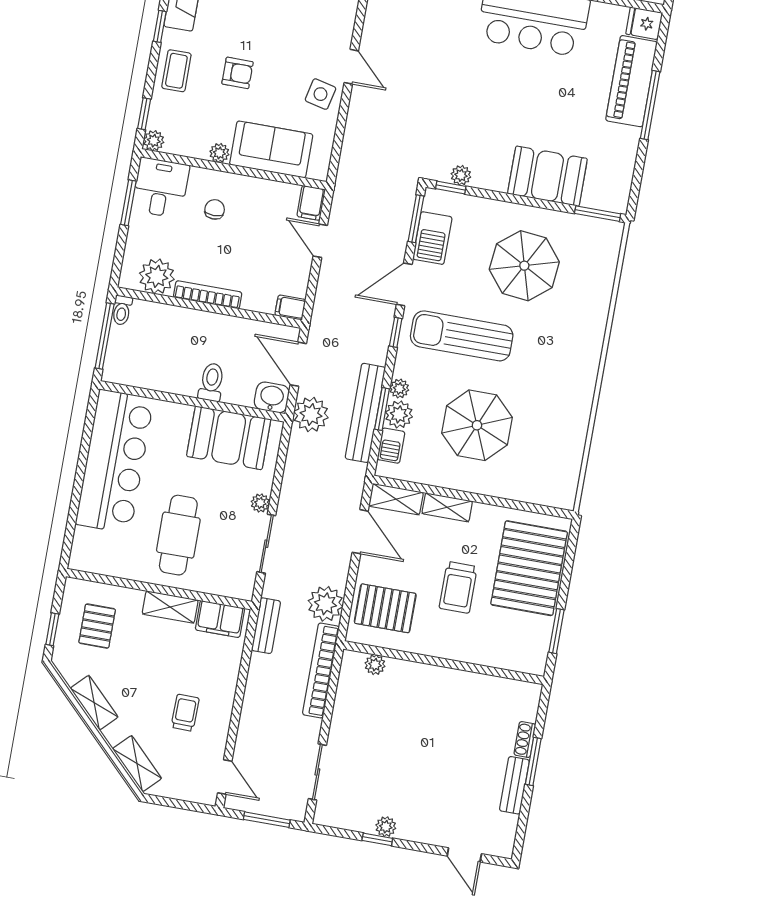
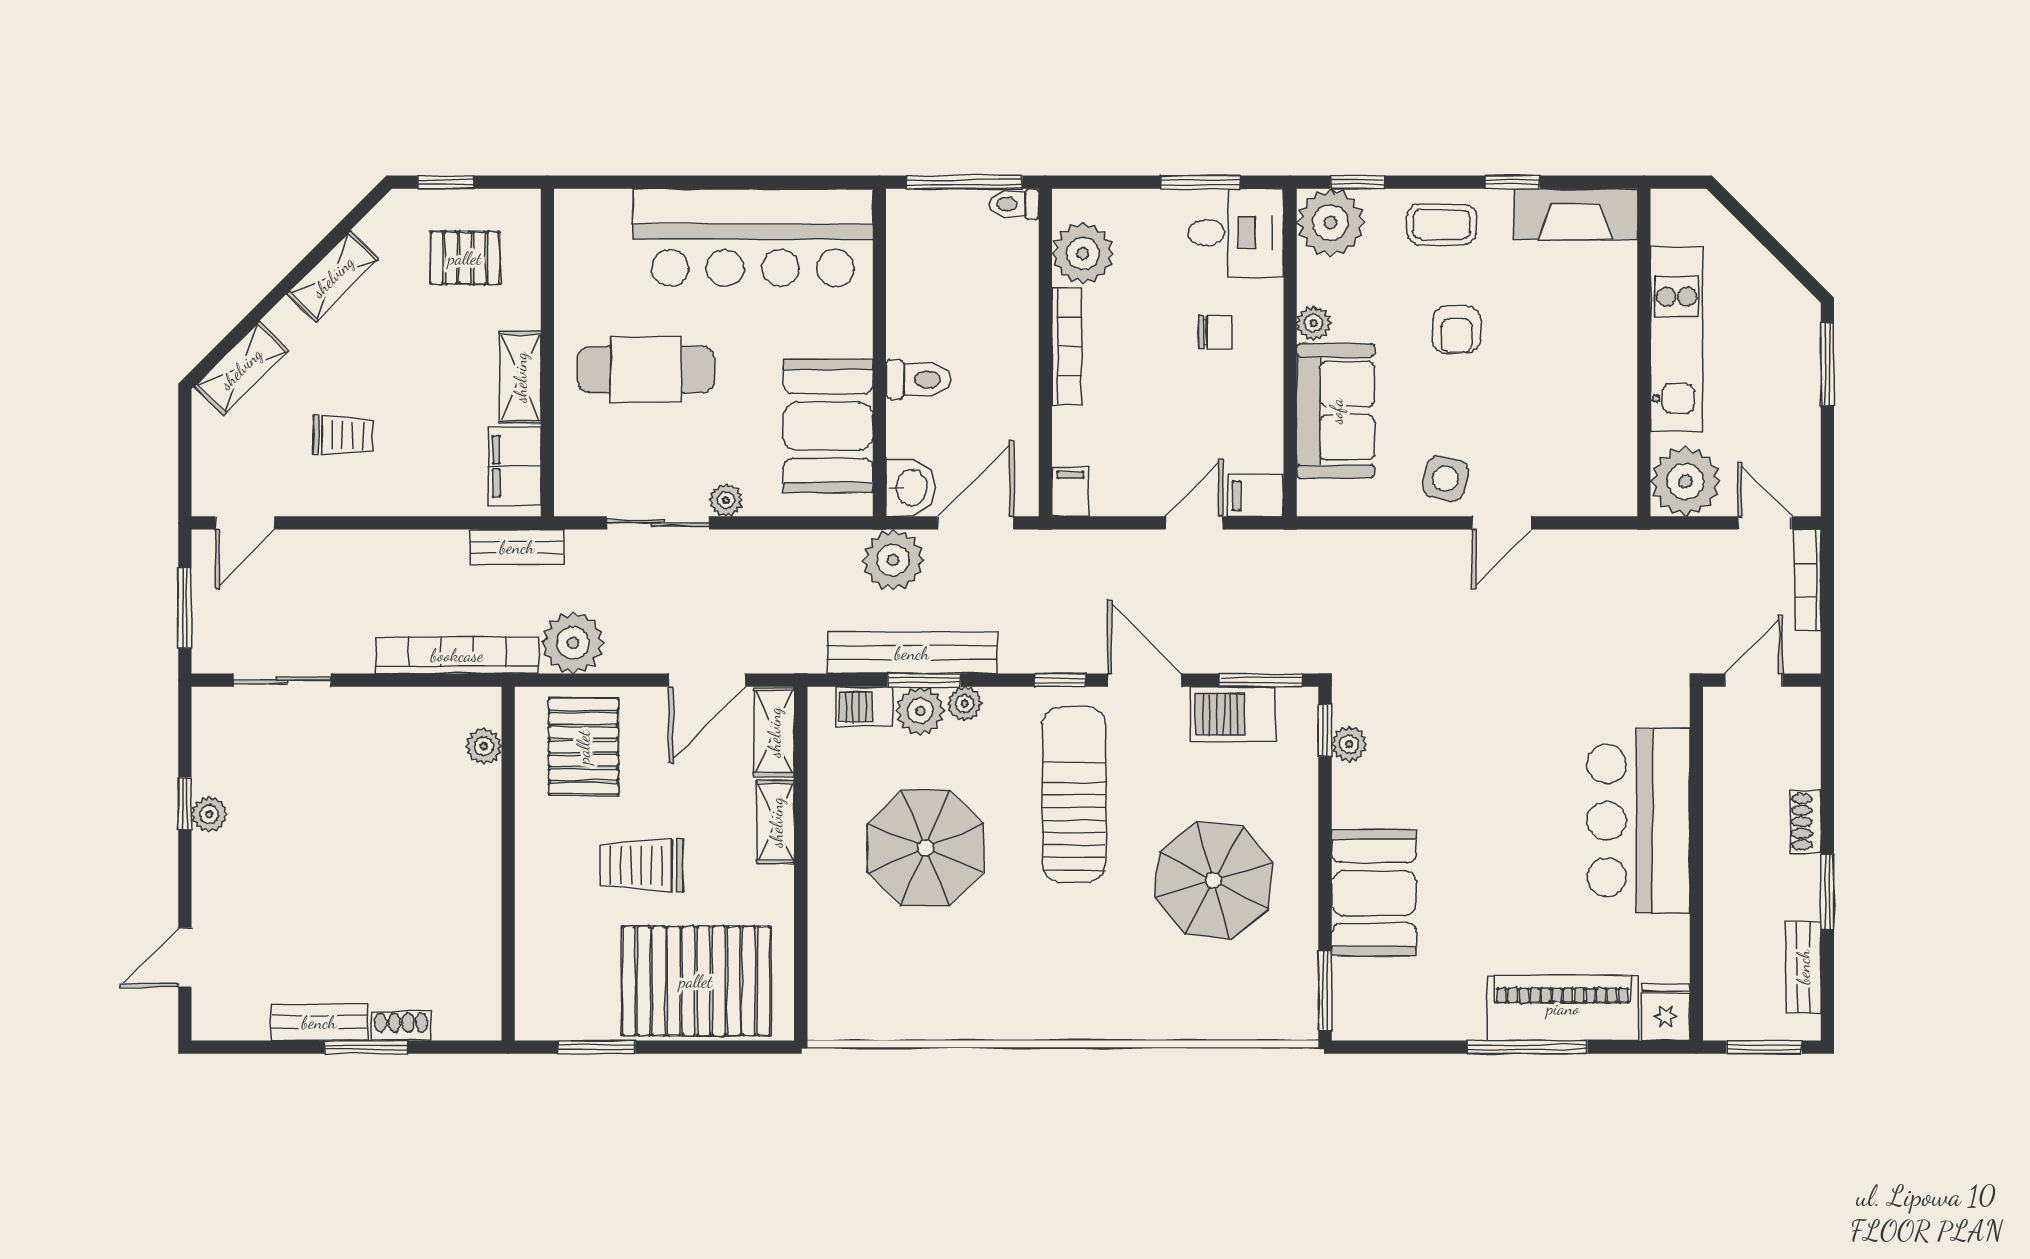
plant: (154, 141) -> (1330, 223), width x1.87, depth x1.87

